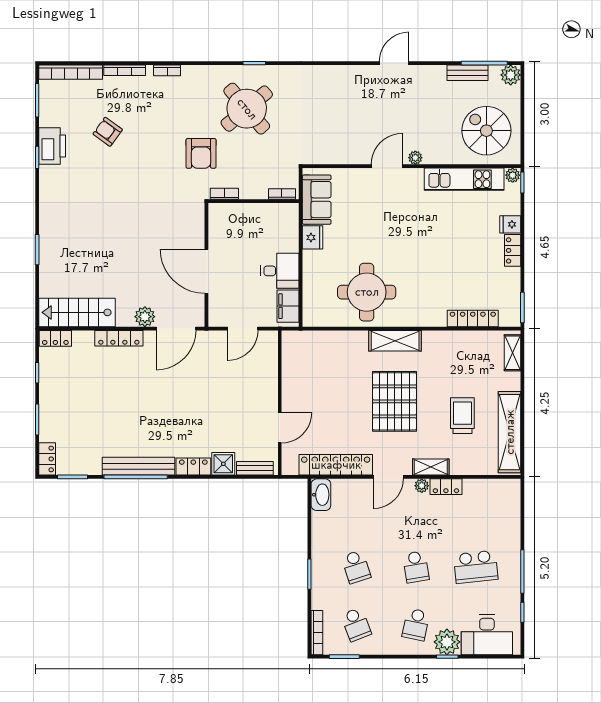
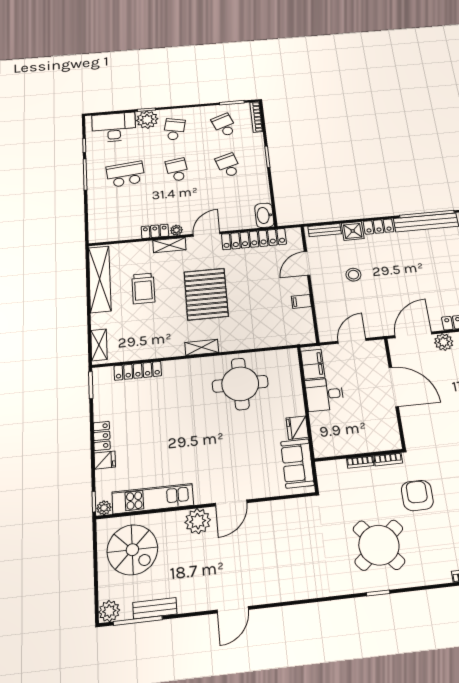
plant: (415, 158) -> (198, 521), width x1.88, depth x1.88
bookcase: (282, 194) -> (360, 462), moved
shelving: (395, 341) -> (202, 347), width x0.67, depth x0.75
filing cabinet: (292, 381) -> (301, 301), added
stool: (230, 408) -> (353, 275), added

